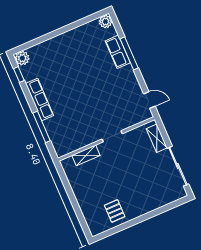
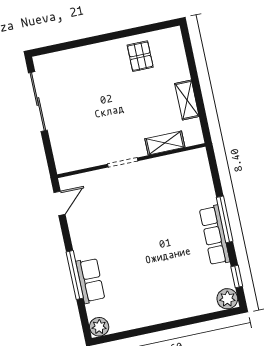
door: (149, 100) -> (60, 203), swing flipped
window: (42, 127) -> (225, 219), moved
shelving: (157, 138) -> (187, 100), moved

